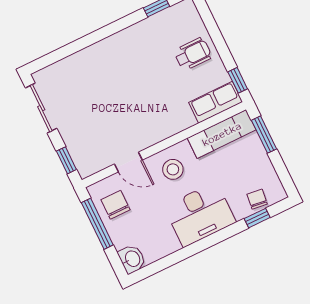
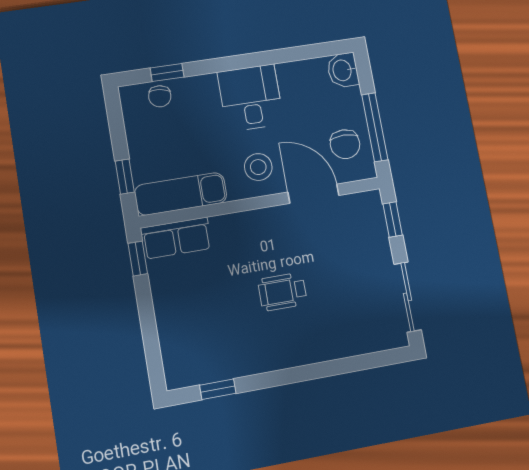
wheelchair: (193, 54) -> (282, 292), moved
window: (264, 135) -> (125, 177), width x0.67
door: (128, 162) -> (313, 194), width x1.38
desk: (200, 214) -> (251, 98), width x0.73

